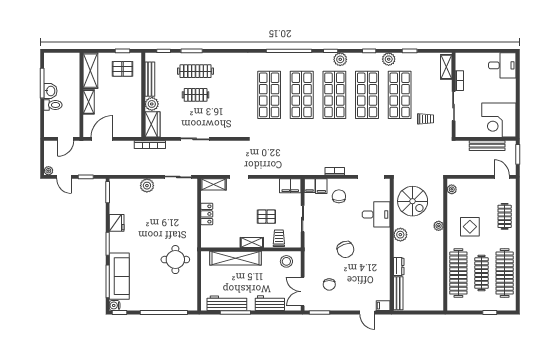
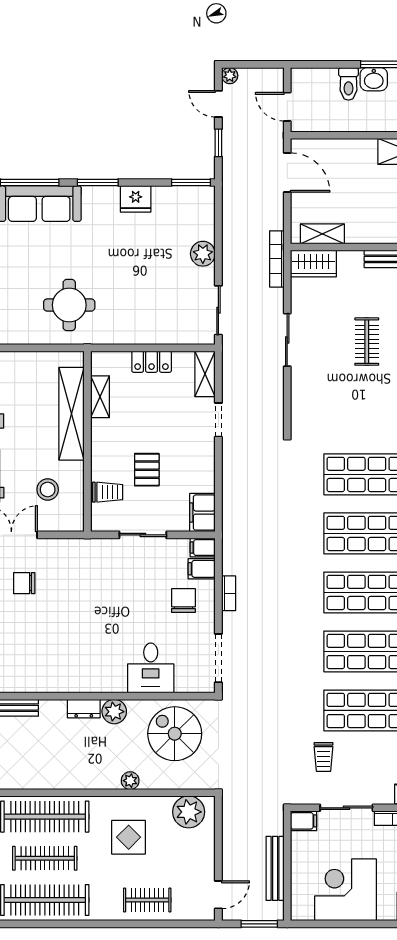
shelving: (89, 102) -> (322, 234), moved
plant: (152, 104) -> (350, 262), removed
corner desk: (499, 120) -> (346, 890), moved
filing cabinet: (461, 130) -> (304, 821), added
door: (64, 177) -> (218, 104), hinge flipped
plant: (452, 189) -> (189, 812), width x1.88, depth x1.88
chair: (339, 196) -> (183, 601), turned -90
spiral stairs: (413, 201) -> (175, 734), turned 90
shelving: (252, 242) -> (100, 397), moved
chair: (345, 249) -> (88, 612), removed
stool: (286, 261) -> (48, 490), moved
dresser: (399, 266) -> (84, 709), moved

